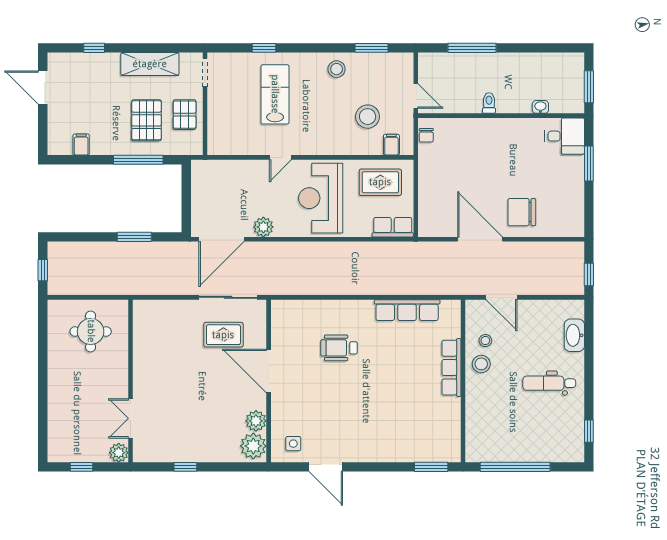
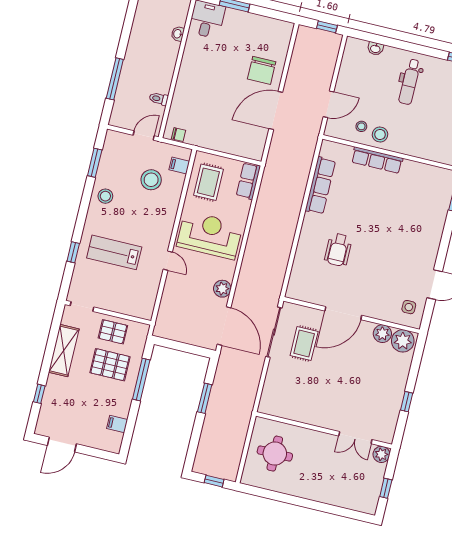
toilet: (489, 103) -> (159, 99), moved
reception desk: (321, 198) -> (210, 235), turned 180
washbasin: (574, 335) -> (375, 49), width x0.52, depth x0.69

